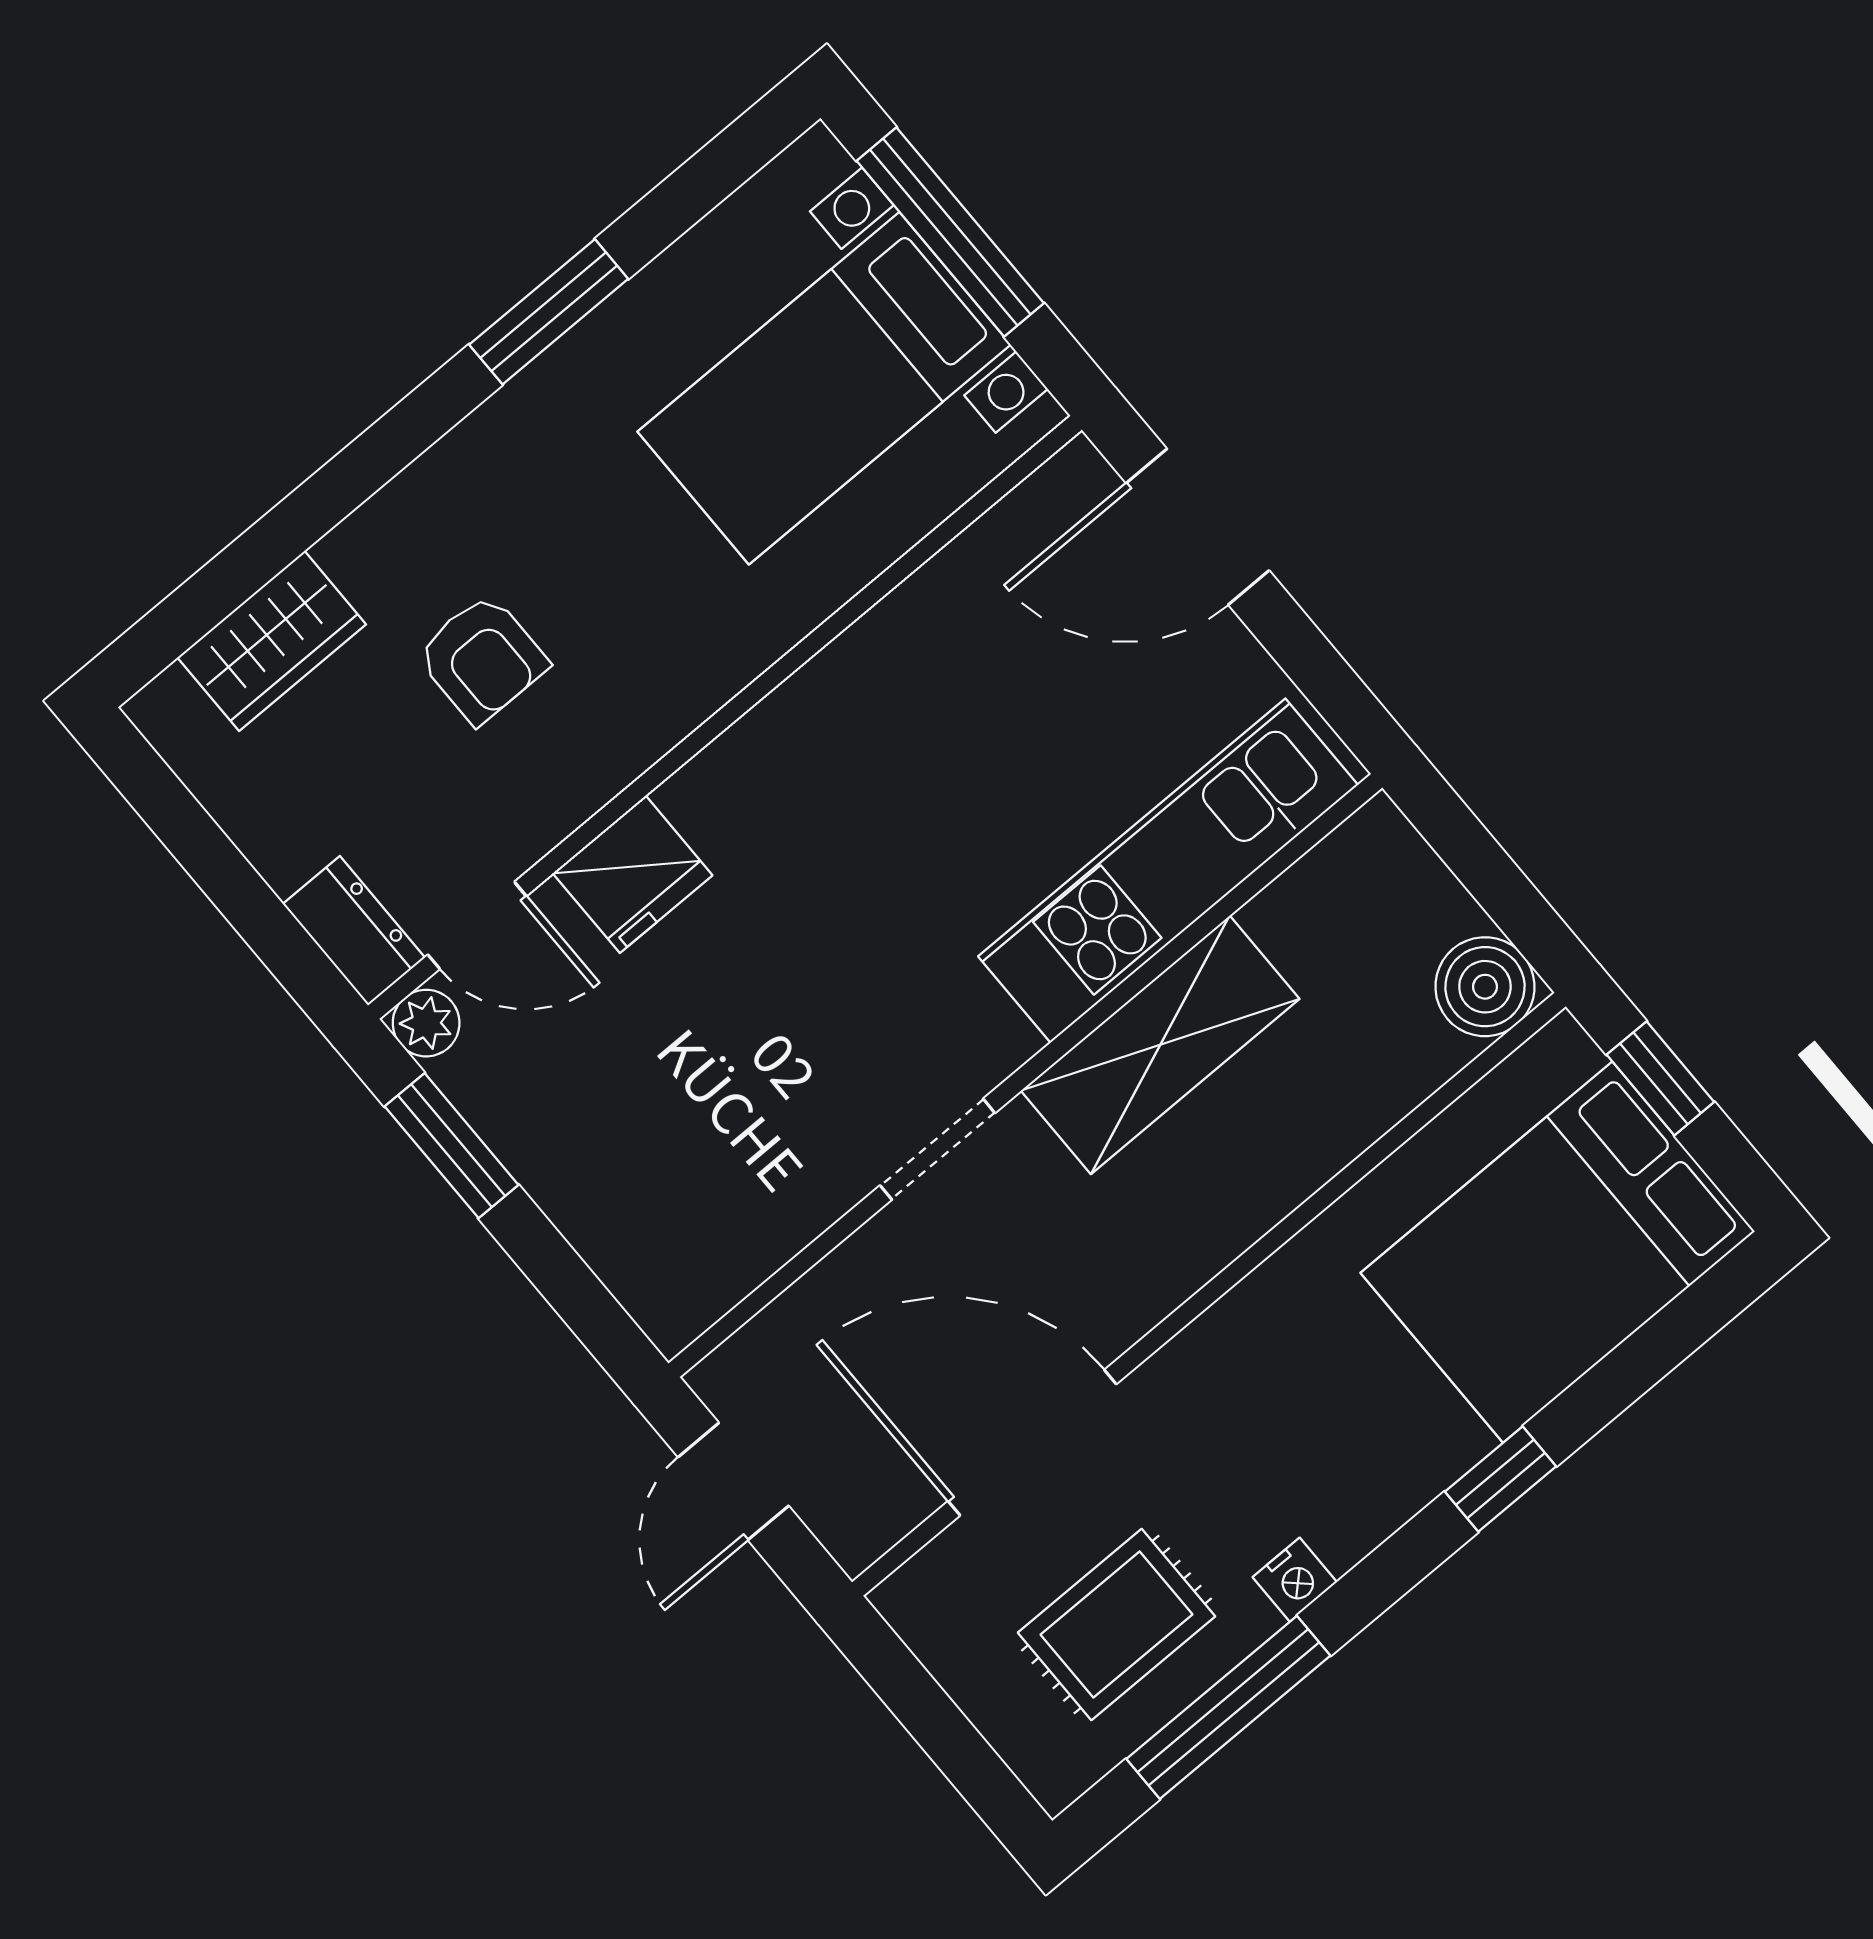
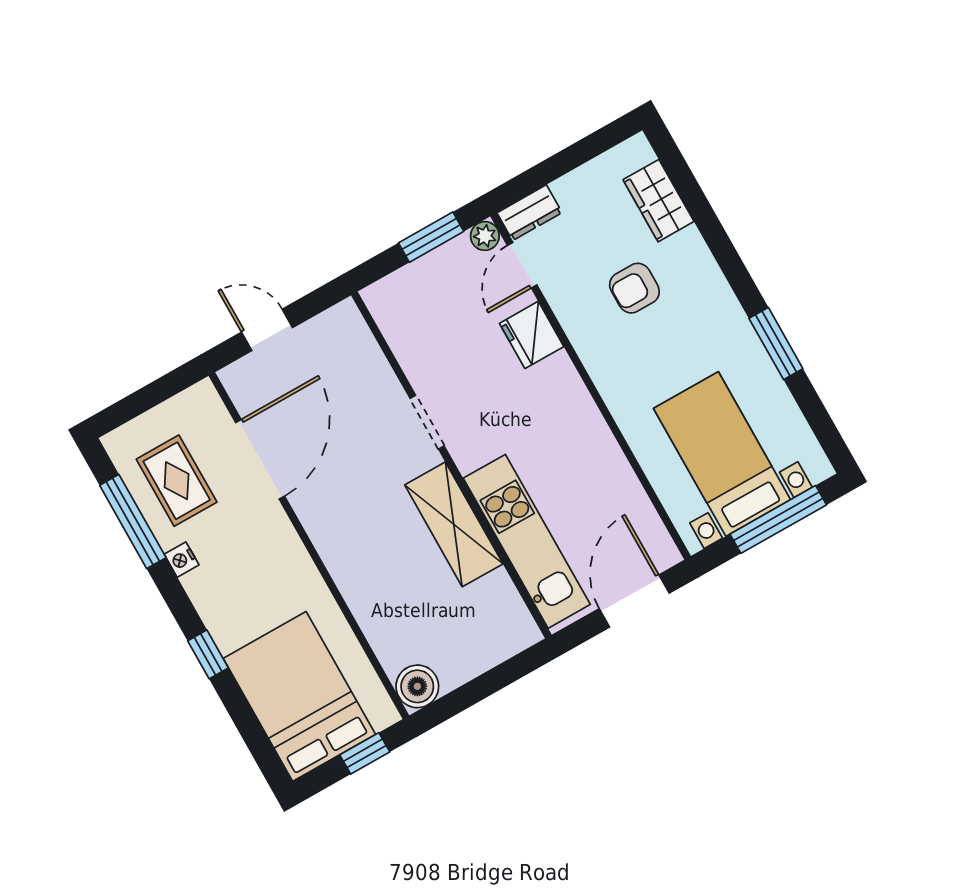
kitchen unit: (1168, 871) -> (527, 541), moved
shelving: (1160, 1045) -> (454, 524), moved
wall: (1025, 1075) -> (451, 465), moved
doorway: (937, 1149) -> (427, 422), moved

